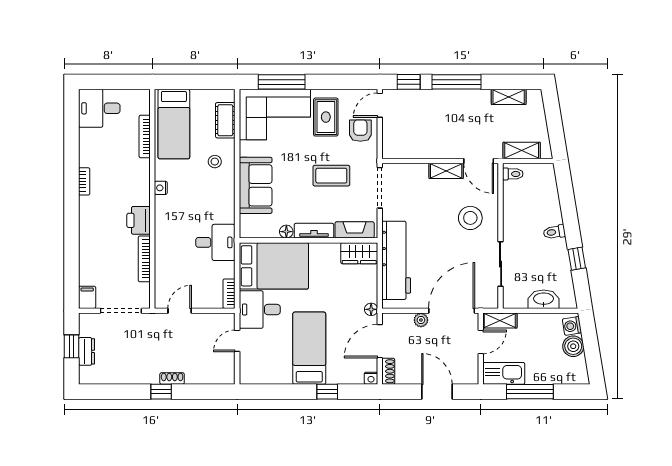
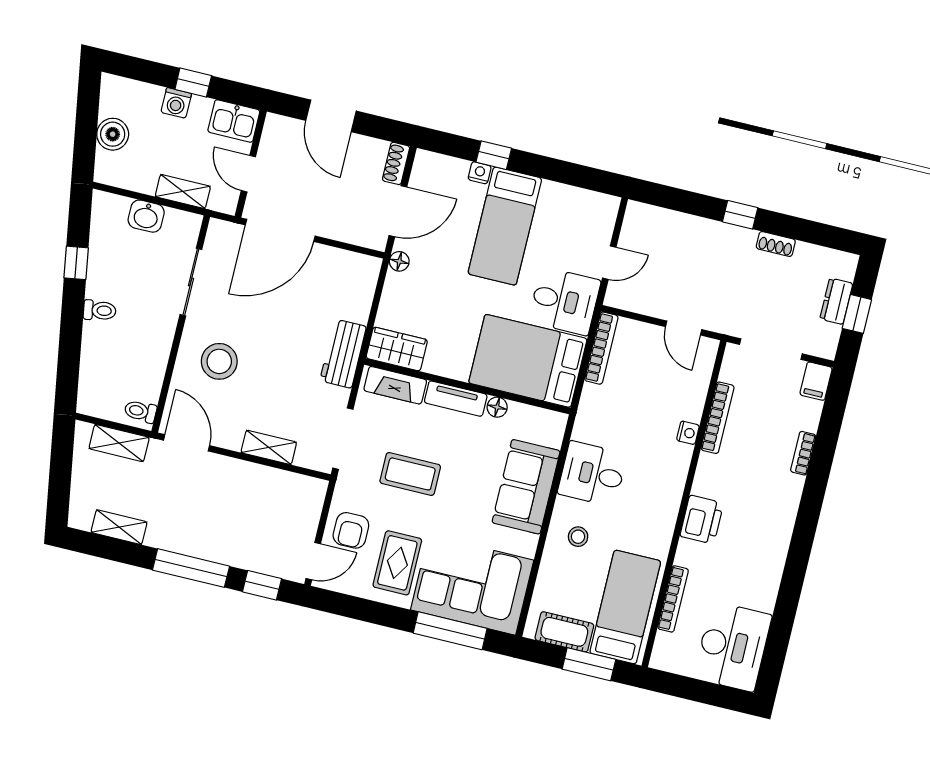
window: (188, 82) -> (589, 664), added
desk: (99, 108) -> (733, 647), width x1.37
cot: (225, 120) -> (564, 632), moved, turned 90
shelving: (446, 171) -> (269, 447), moved
bookcase: (84, 181) -> (803, 453), moved
nightstand: (161, 188) -> (688, 433), moved
printer: (139, 220) -> (702, 520), moved
desk: (215, 242) -> (592, 474), moved
workbench: (396, 260) -> (343, 354), width x0.53, depth x0.76
bookcase: (229, 294) -> (601, 348), width x1.56
washbasin: (544, 299) -> (146, 216), width x0.72
door: (180, 311) -> (684, 328), hinge flipped
plant: (421, 320) -> (329, 228), removed
shelving: (500, 321) -> (183, 191), moved
washing machine: (572, 326) -> (176, 103), moved, turned 99
door: (481, 342) -> (248, 174), hinge flipped
kitchen sink: (504, 373) -> (234, 121), width x0.73
shoe rack: (172, 378) -> (776, 244), moved
nightstand: (371, 378) -> (480, 173), moved
window: (530, 392) -> (193, 82), width x0.46

